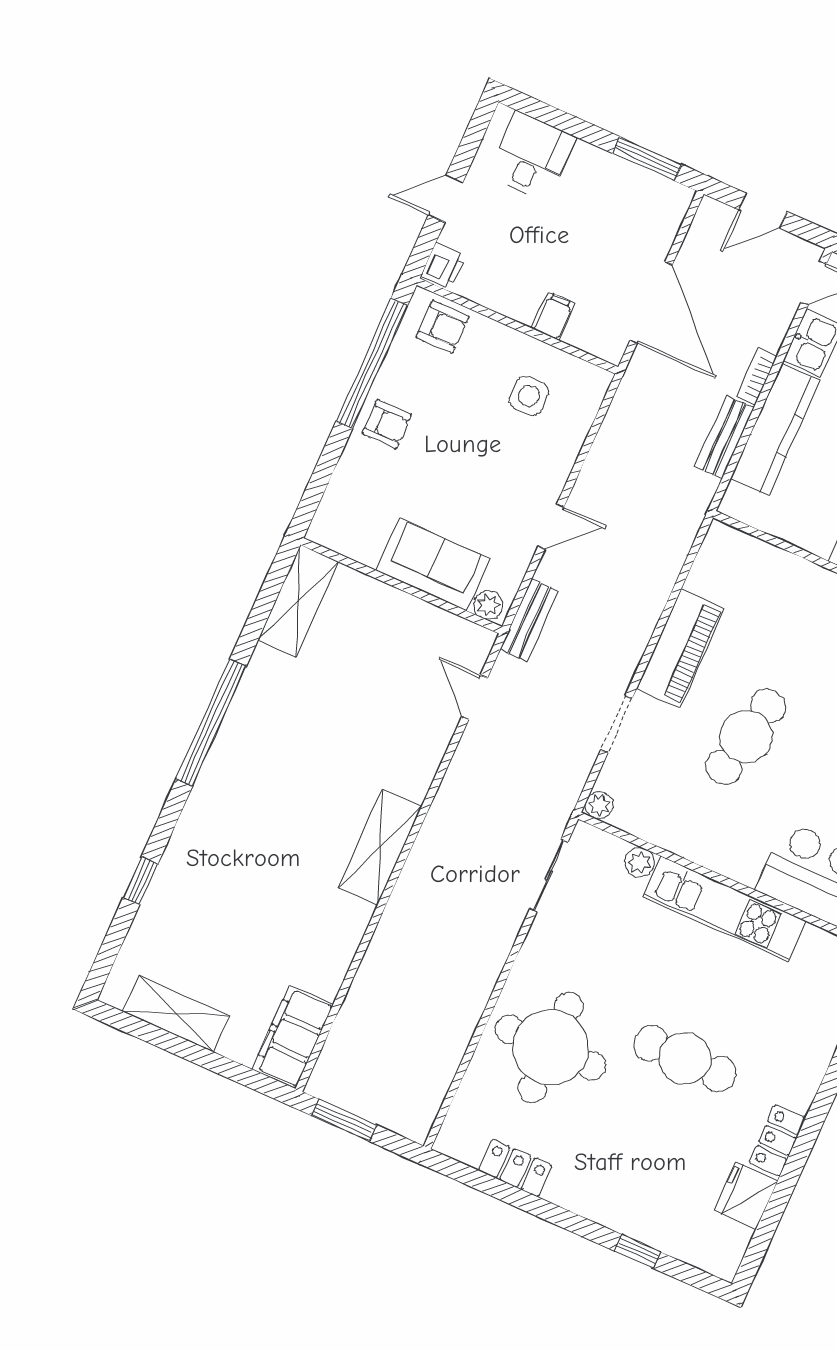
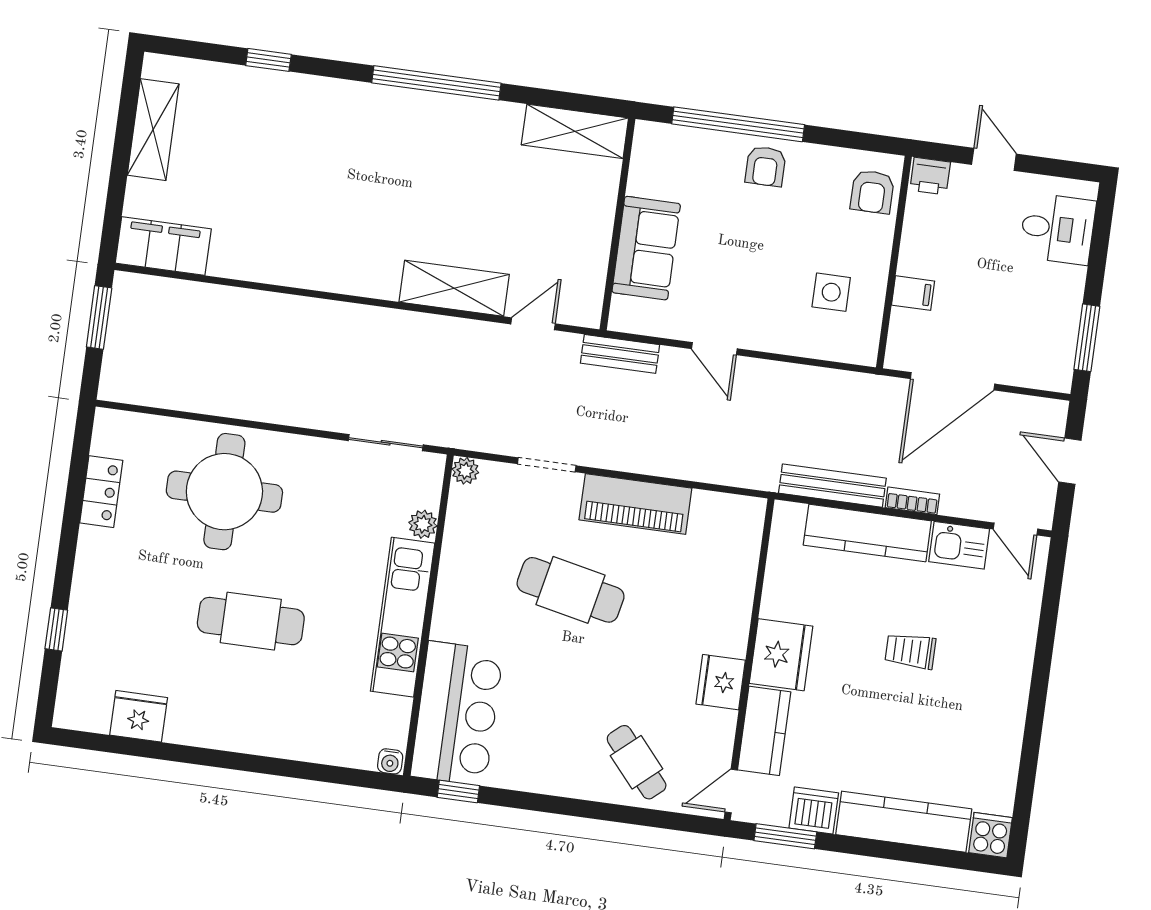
window: (372, 364) -> (738, 124), moved
bench: (725, 437) -> (832, 486), width x1.36
plant: (488, 605) -> (623, 311), removed
shelving: (380, 847) -> (454, 288), moved
cafe table: (685, 1059) -> (251, 621), turned 90
locker: (777, 1140) -> (199, 730), removed

